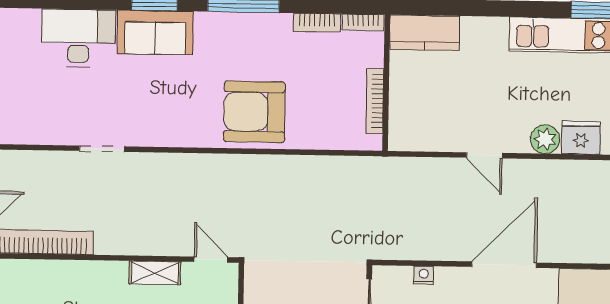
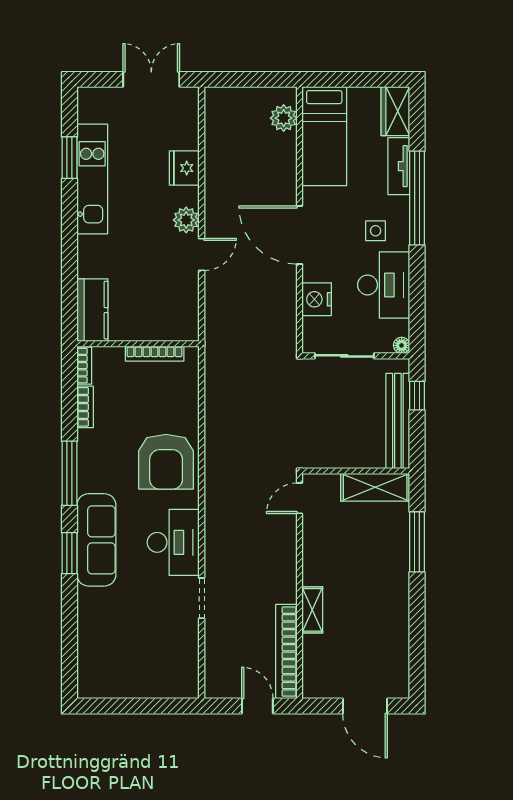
sofa: (155, 32) -> (96, 540), width x1.36
desk: (78, 38) -> (173, 542), moved, turned 180
plant: (545, 139) -> (186, 220), moved
shelving: (155, 273) -> (312, 610), moved
nightstand: (424, 275) -> (317, 299), width x1.89, depth x1.79

